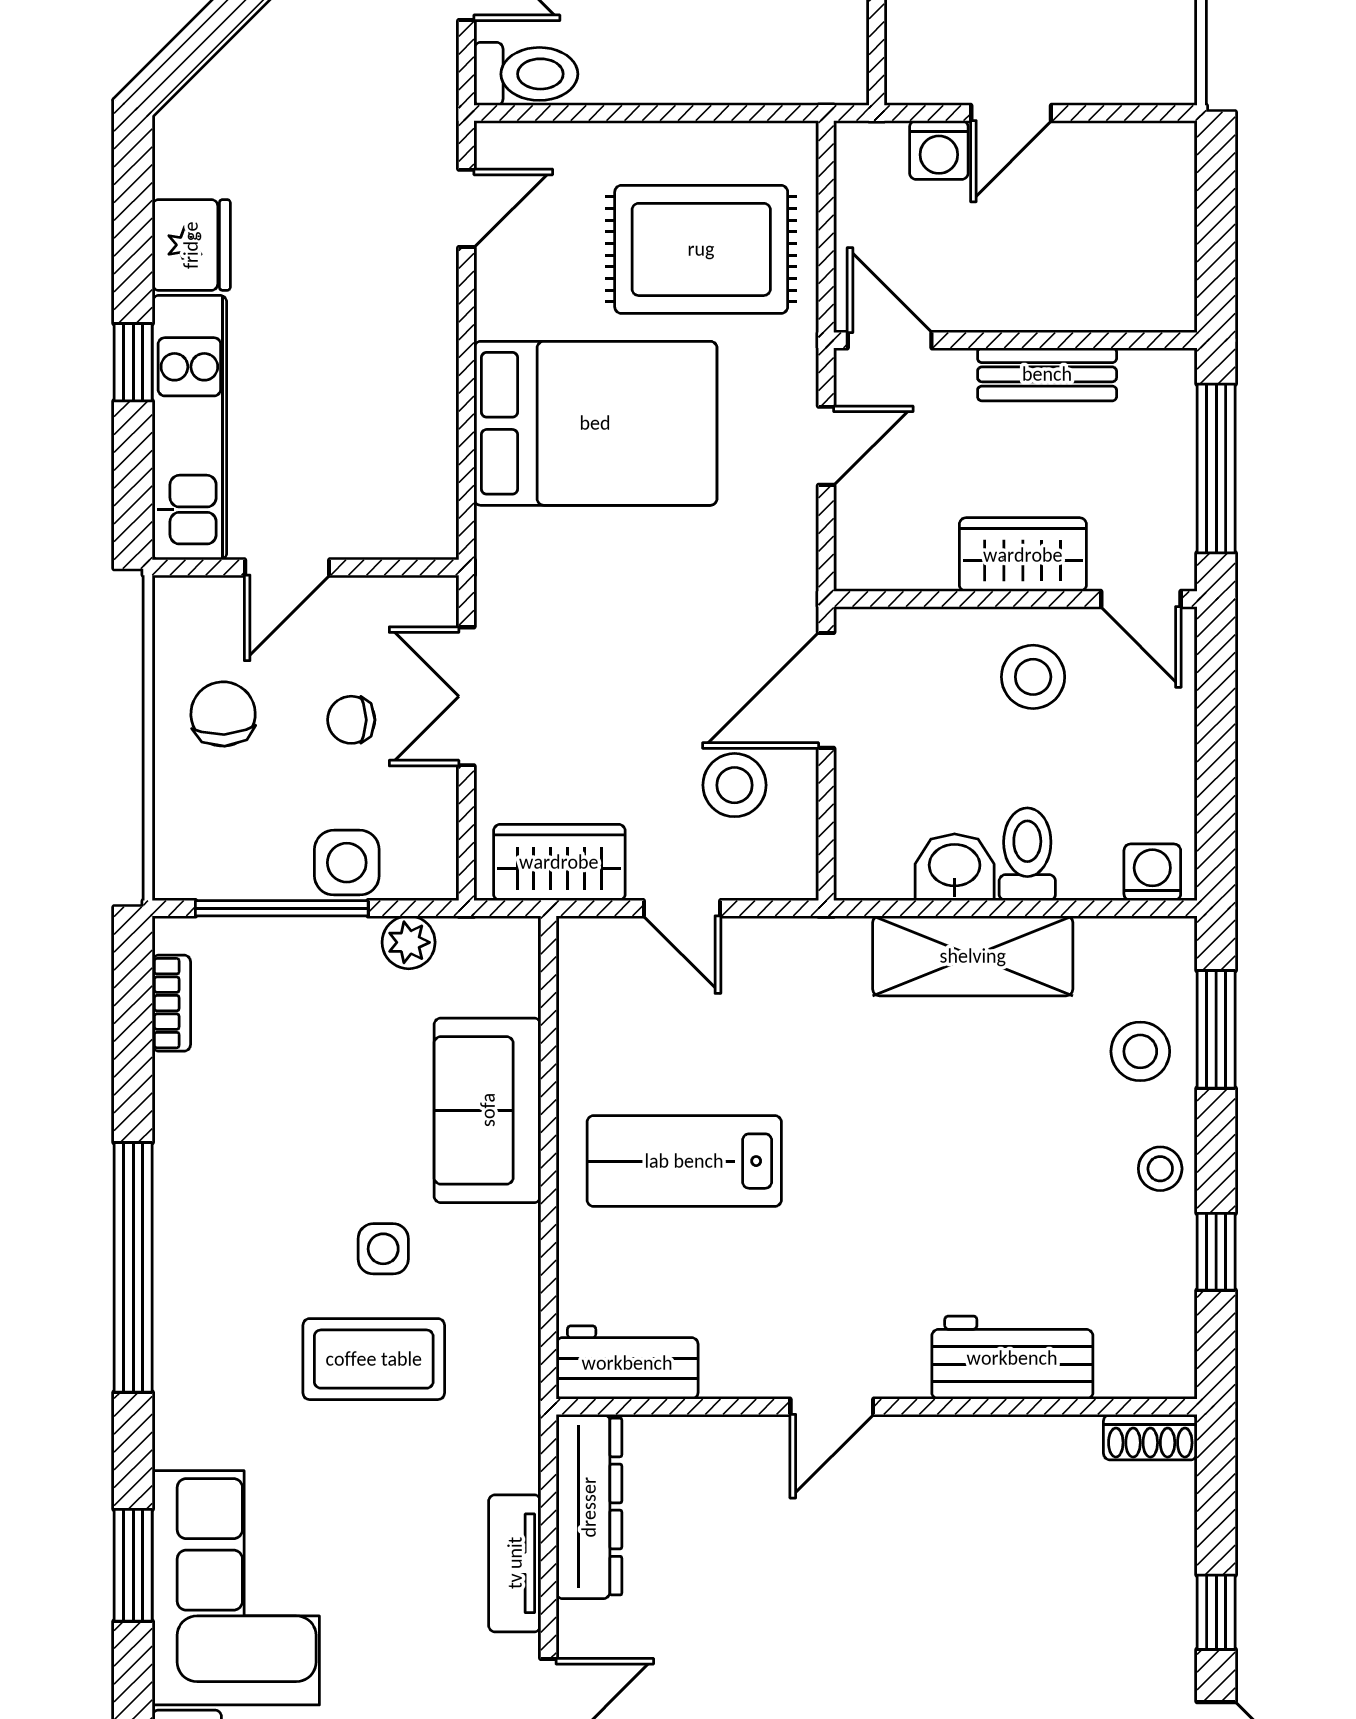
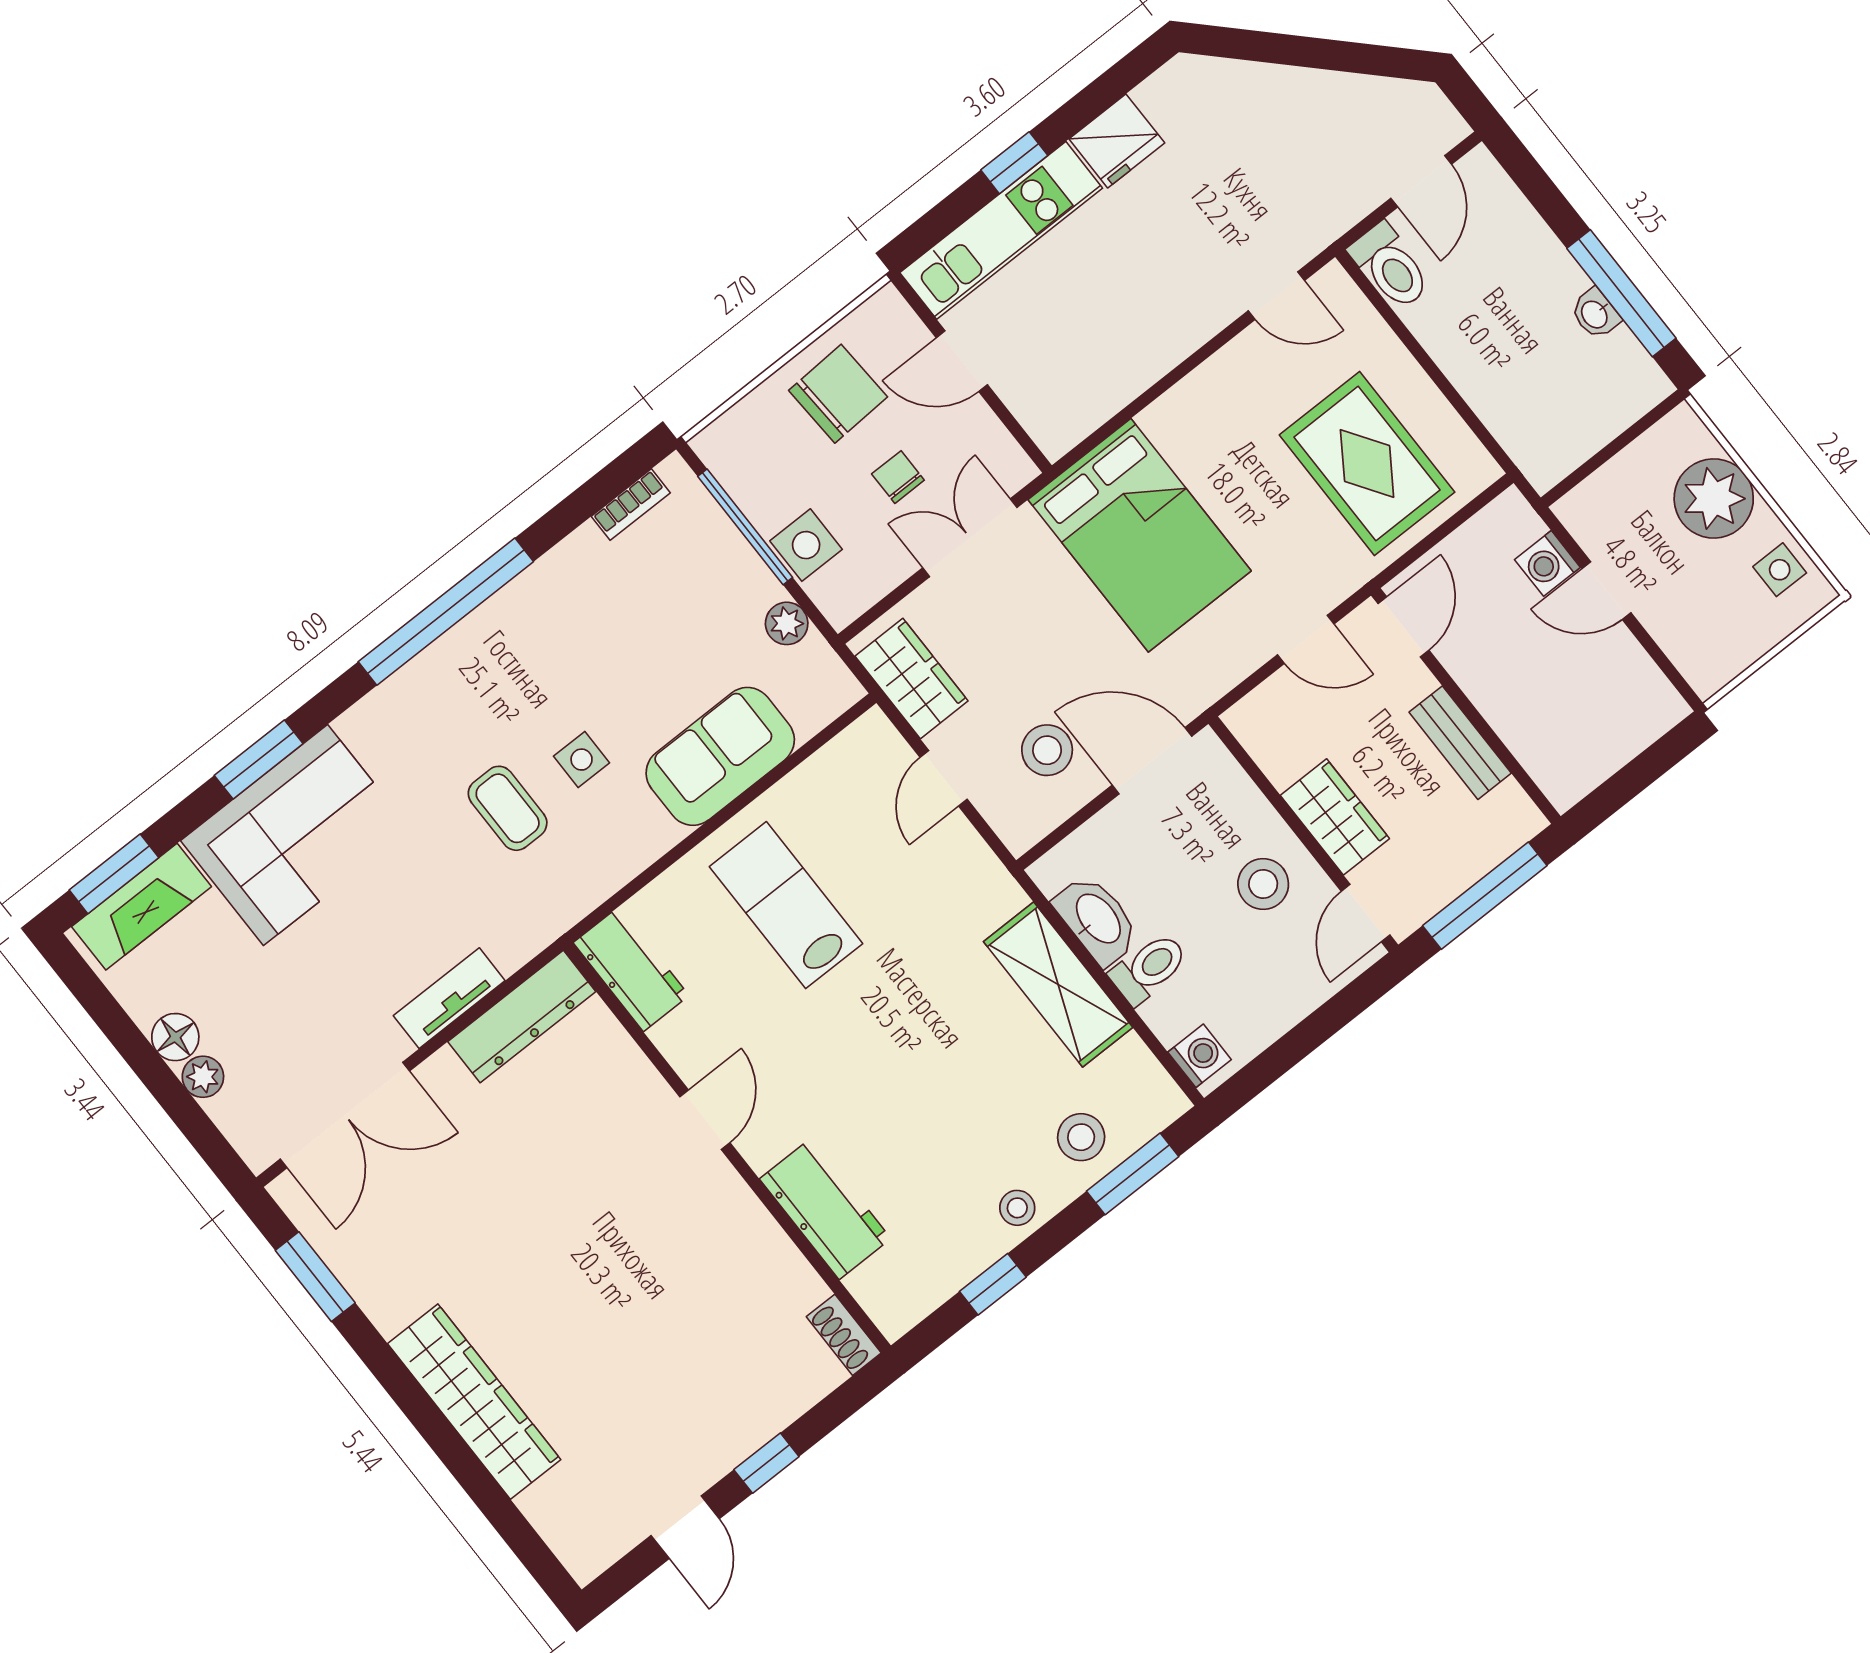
bed: (595, 423) -> (1140, 535), moved
chair: (223, 714) -> (838, 394), width x1.37, depth x1.37
washbasin: (955, 867) -> (1097, 920), width x1.38
coffee table: (374, 1359) -> (508, 808), width x0.73, depth x0.77
door: (832, 1407) -> (705, 1120), swing flipped

